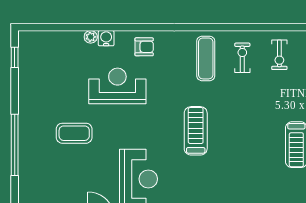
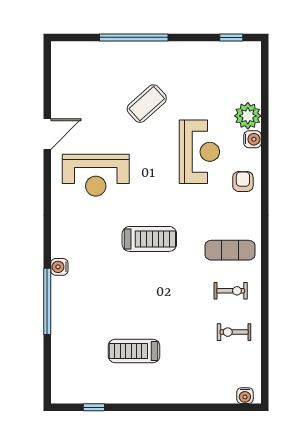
plant: (91, 37) -> (248, 116), width x1.88, depth x1.88
armchair: (144, 47) -> (243, 182), turned 180
coffee table: (74, 133) -> (147, 104), turned 48

